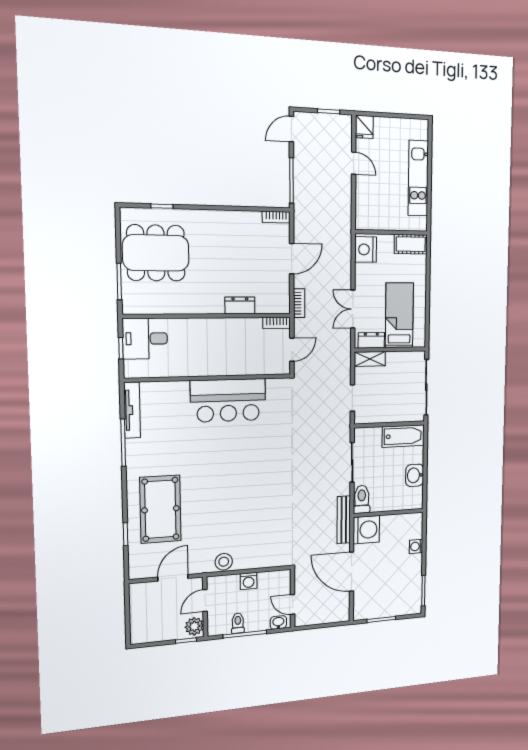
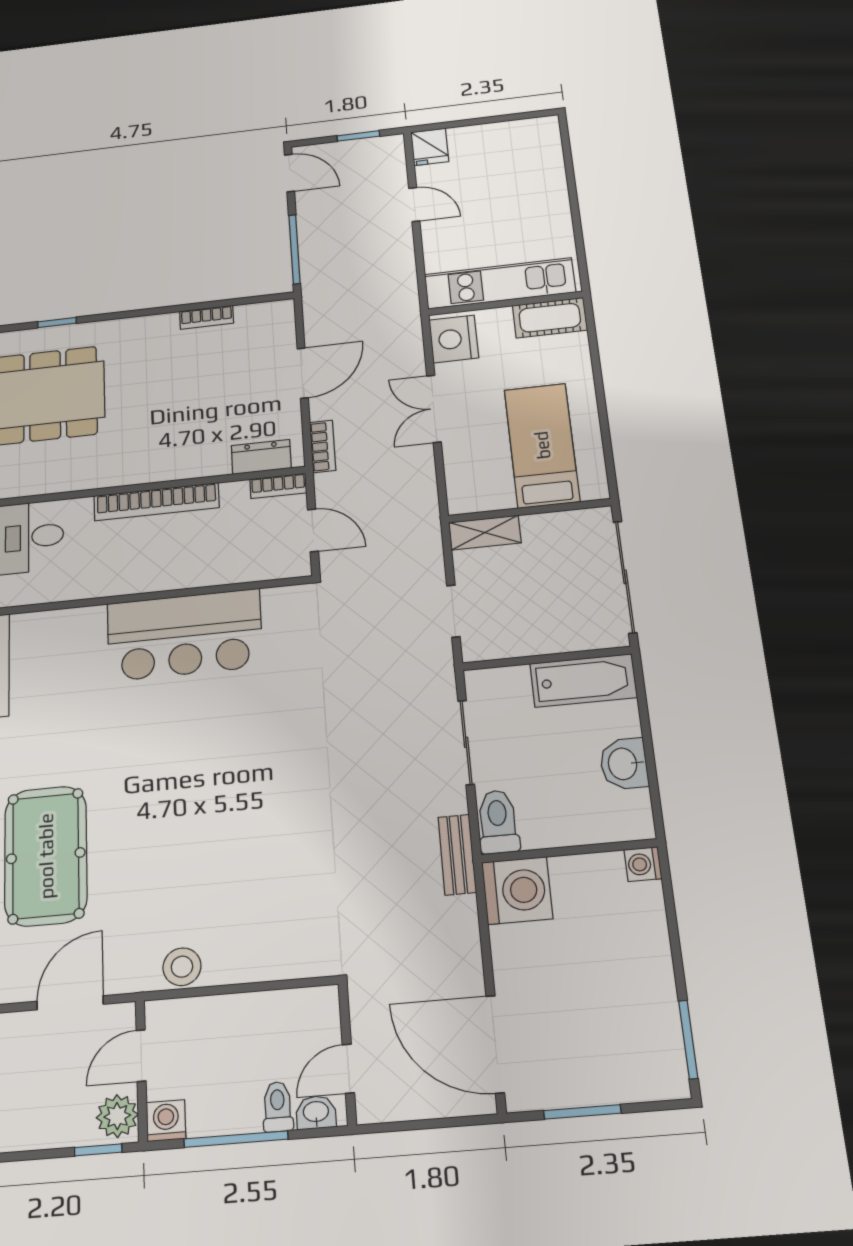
door: (291, 129) -> (290, 173), swing flipped
kitchen unit: (418, 178) -> (500, 283), moved, turned 90
bookcase: (276, 217) -> (207, 317), moved
dresser: (240, 305) -> (261, 457), moved
double door: (353, 309) -> (434, 409), moved
bookcase: (216, 325) -> (156, 502), added
dresser: (371, 340) -> (484, 497), removed
door: (292, 350) -> (313, 530), hinge flipped
bench: (344, 520) -> (457, 855), width x0.73
washing machine: (416, 546) -> (643, 864), moved
door: (352, 572) -> (495, 1044), moved
washing machine: (249, 581) -> (166, 1121), moved, turned 180
door: (293, 604) -> (348, 1069), hinge flipped
toilet: (238, 623) -> (278, 1107), moved

